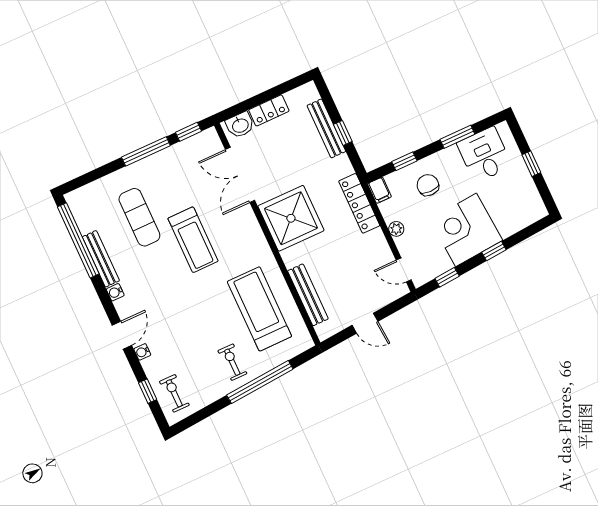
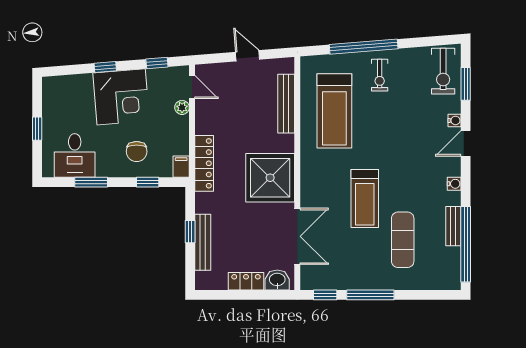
plant: (396, 229) -> (182, 107), moved
treadmill: (193, 240) -> (365, 198), turned 180
bench: (101, 259) -> (453, 226), width x0.73
window: (148, 391) -> (466, 84), width x1.50
exercise bike: (174, 393) -> (443, 71), width x1.38, depth x1.39

